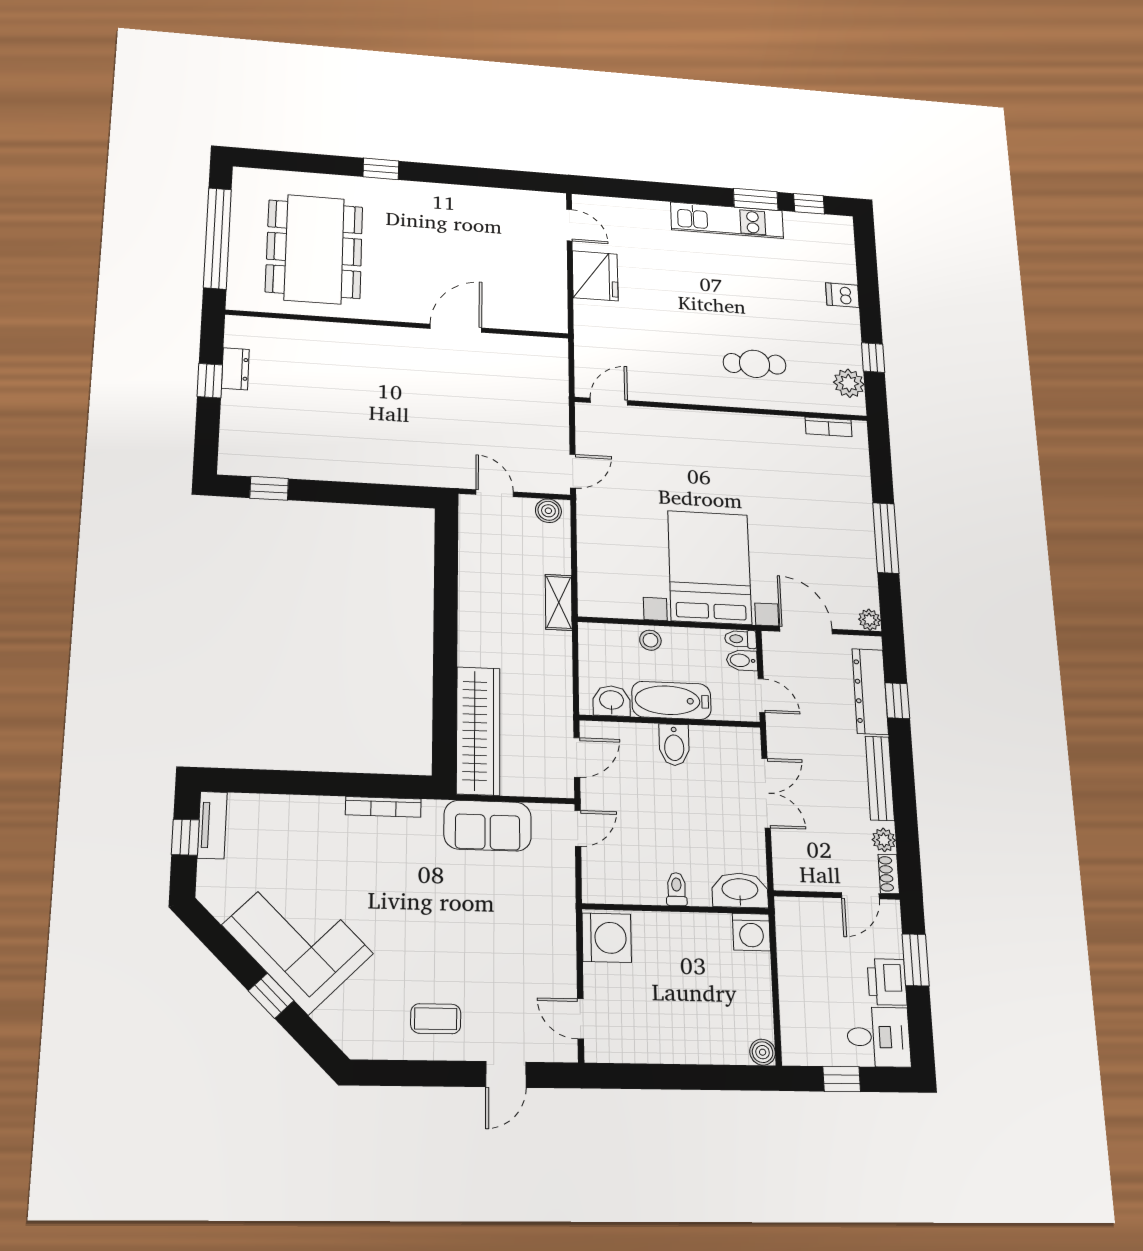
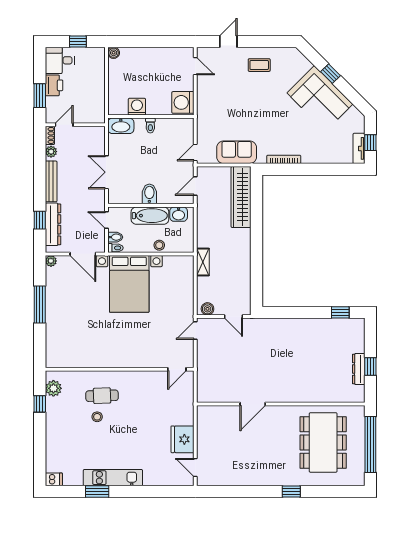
window: (809, 204) -> (69, 492), removed
dishwasher: (842, 295) -> (54, 479), moved
stool: (762, 327) -> (97, 417), added
dresser: (235, 369) -> (359, 369), width x1.44
bookcase: (829, 427) -> (65, 363), removed
washing machine: (751, 932) -> (137, 107), moved

